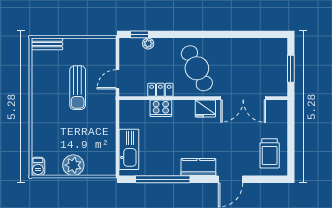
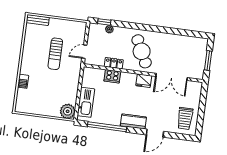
plant: (73, 165) -> (68, 111), moved
barbecue: (38, 166) -> (23, 81), moved

